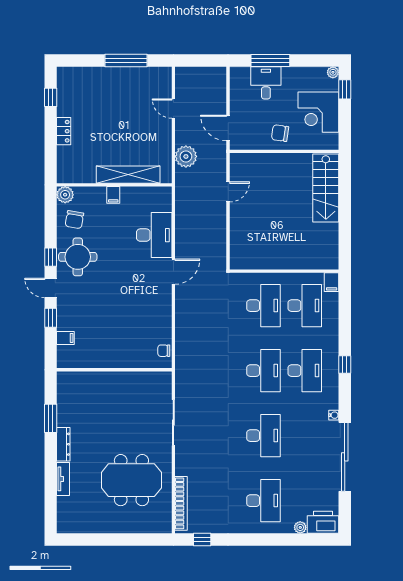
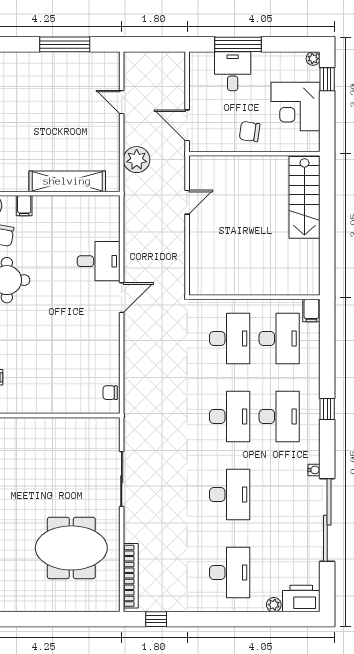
filing cabinet: (113, 195) -> (24, 206), moved
desk: (154, 235) -> (99, 261), width x0.73

